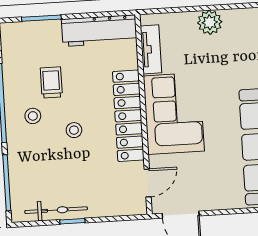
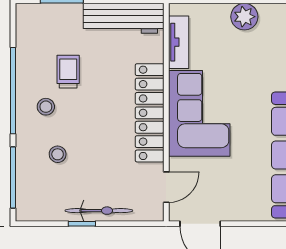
stool: (74, 130) -> (58, 154), moved
bicycle: (56, 210) -> (99, 211), moved

